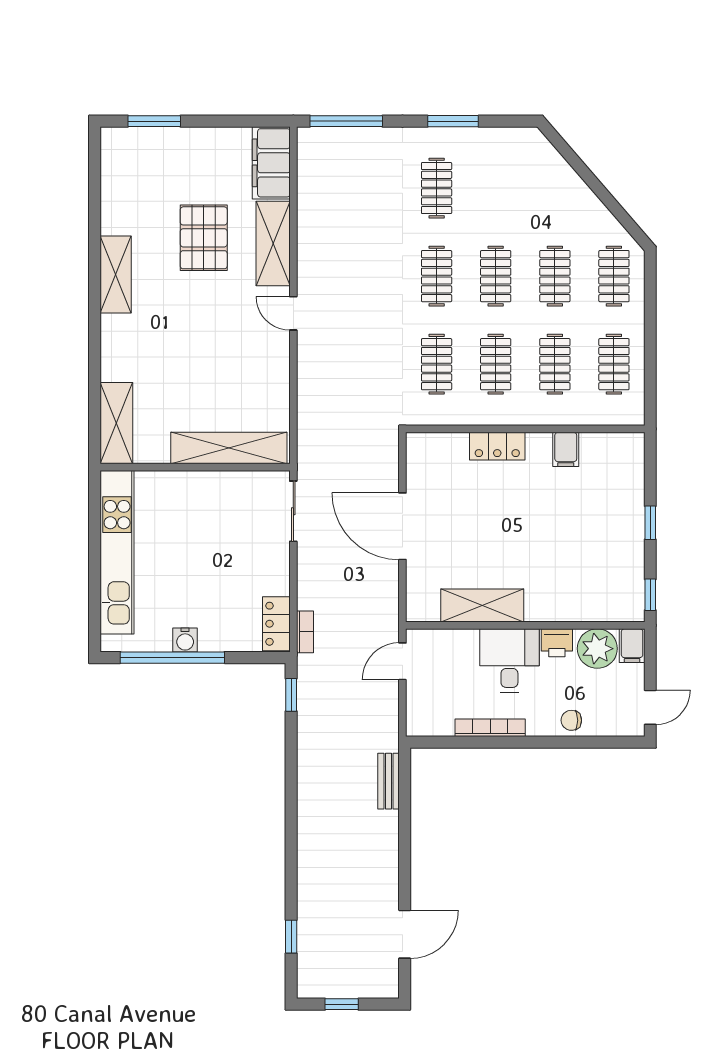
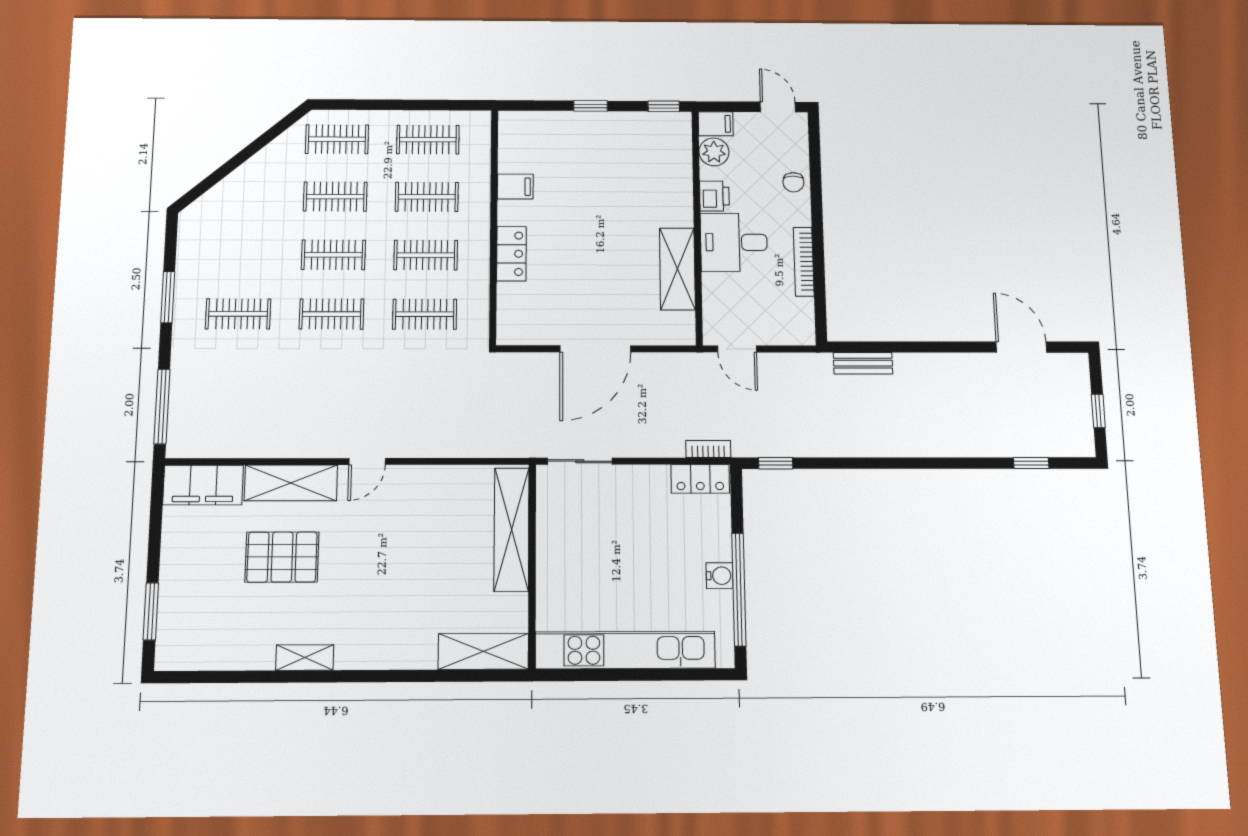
shelving: (116, 275) -> (305, 657), width x0.67, depth x0.75
plant: (597, 649) -> (714, 152), width x0.73, depth x0.73

